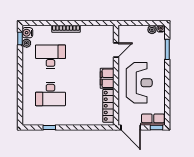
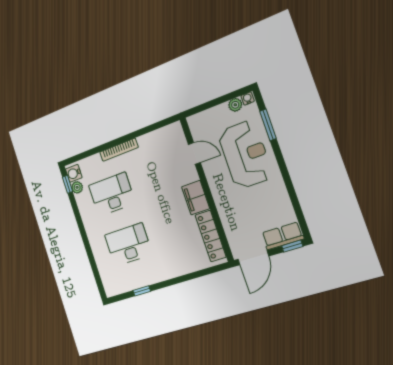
door: (116, 50) -> (194, 153), hinge flipped
reception desk: (139, 83) -> (245, 155), moved
desk: (50, 94) -> (128, 245), turned 180
door: (131, 128) -> (253, 258), hinge flipped

